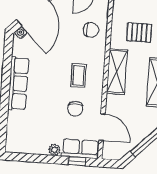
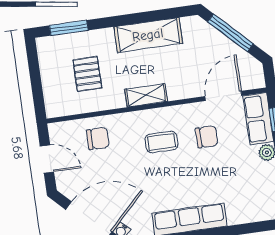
chair: (91, 30) -> (98, 139), turned 90
shelving: (117, 72) -> (146, 95), width x0.67, depth x0.75

